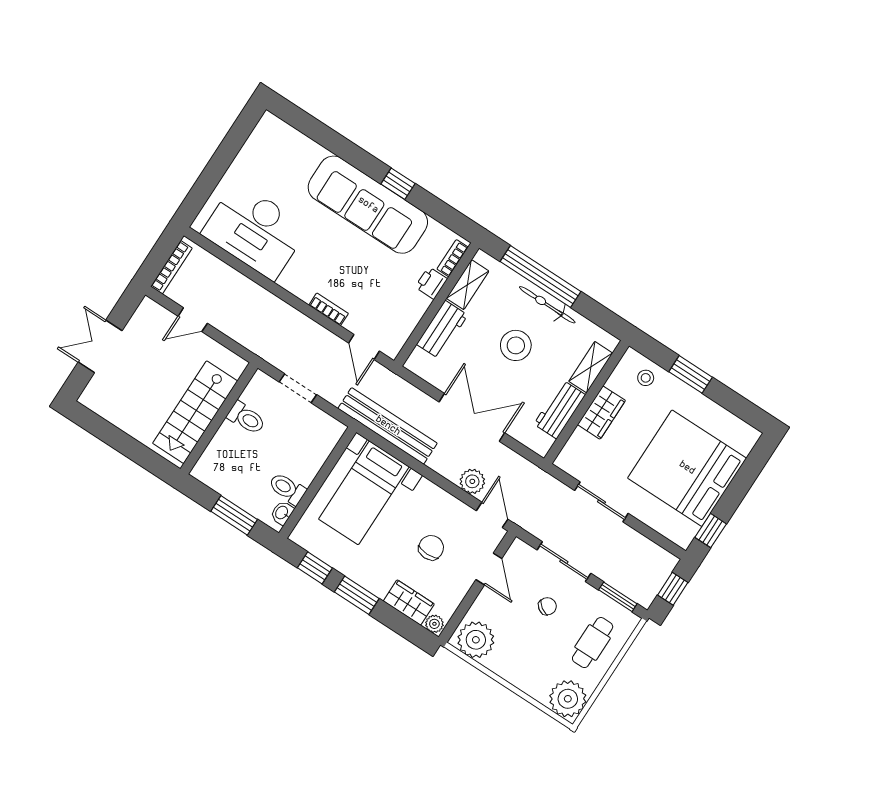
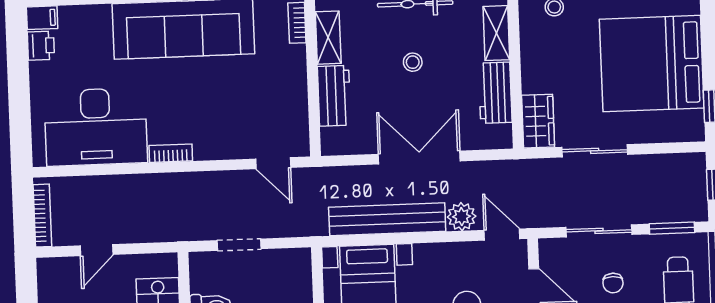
filing cabinet: (272, 125) -> (42, 18), added
printer: (431, 283) -> (41, 46), moved, turned 180
bookcase: (329, 309) -> (171, 153), moved
stool: (516, 345) -> (413, 62), width x0.53, depth x0.53
wardrobe: (601, 413) -> (538, 121), moved
bench: (388, 426) -> (387, 219), moved
chair: (547, 606) -> (613, 283), turned 146

